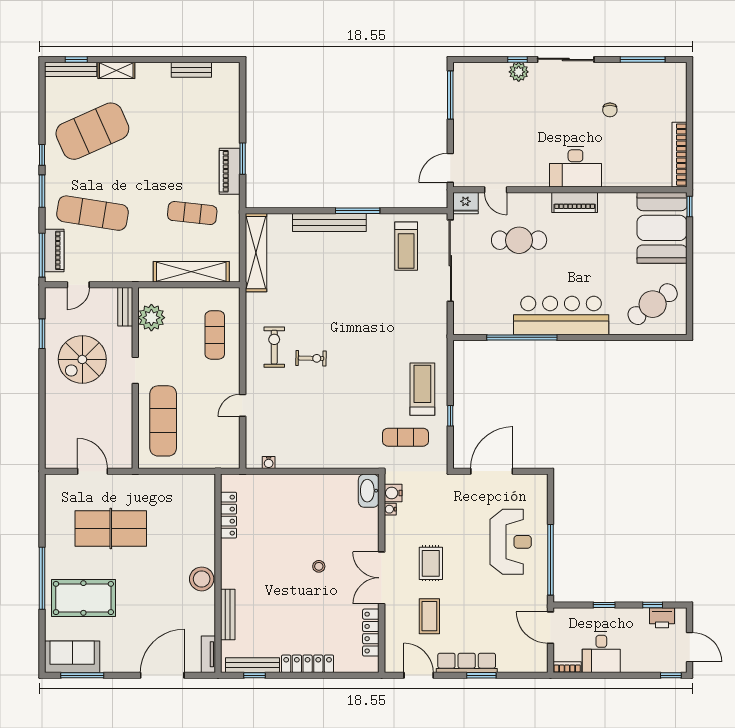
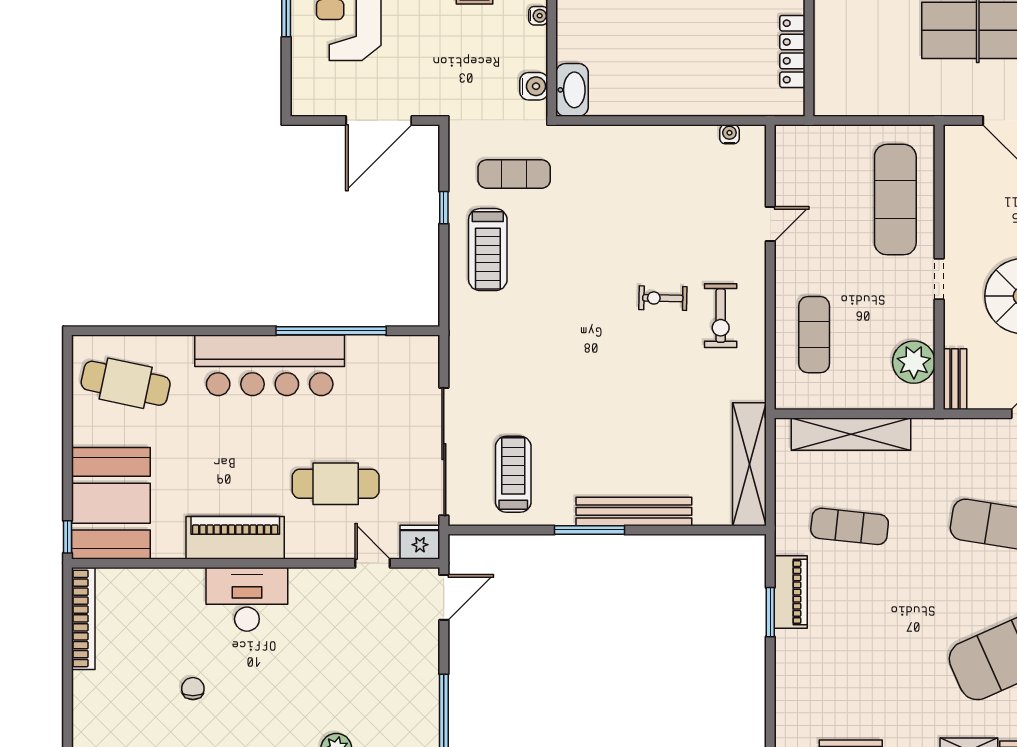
piano: (575, 203) -> (235, 538), width x1.37, depth x1.33
cafe table: (653, 304) -> (126, 383), turned 48
water cooler: (390, 509) -> (538, 16), moved

